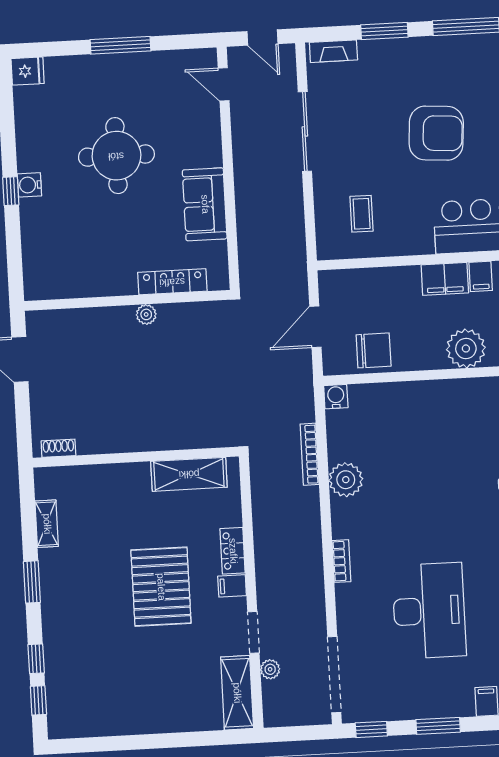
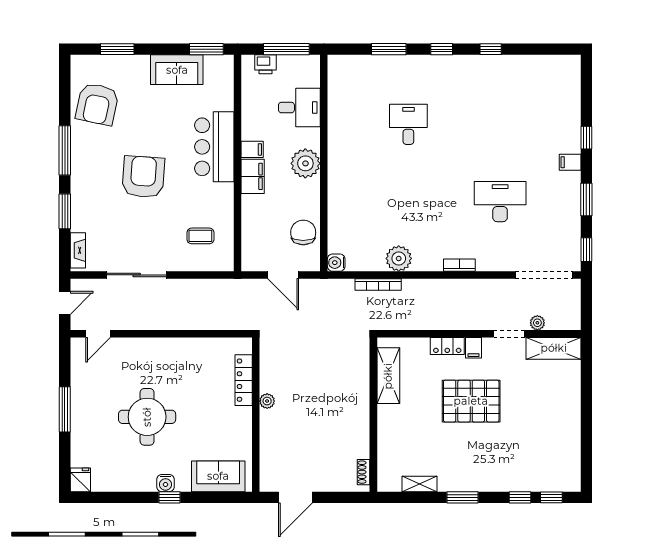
sofa: (205, 204) -> (218, 476), moved, turned 180
desk: (429, 611) -> (500, 202), width x0.73, depth x0.77

